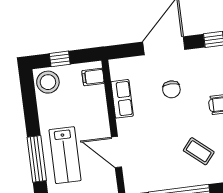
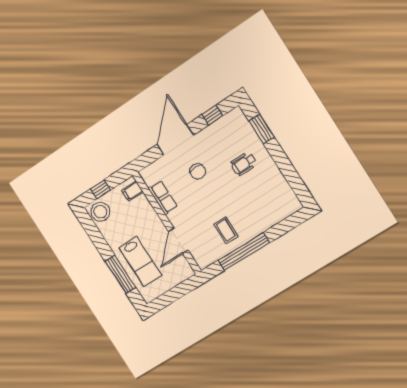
coffee table: (199, 151) -> (226, 230), moved, turned 50
door: (116, 152) -> (178, 241), hinge flipped

